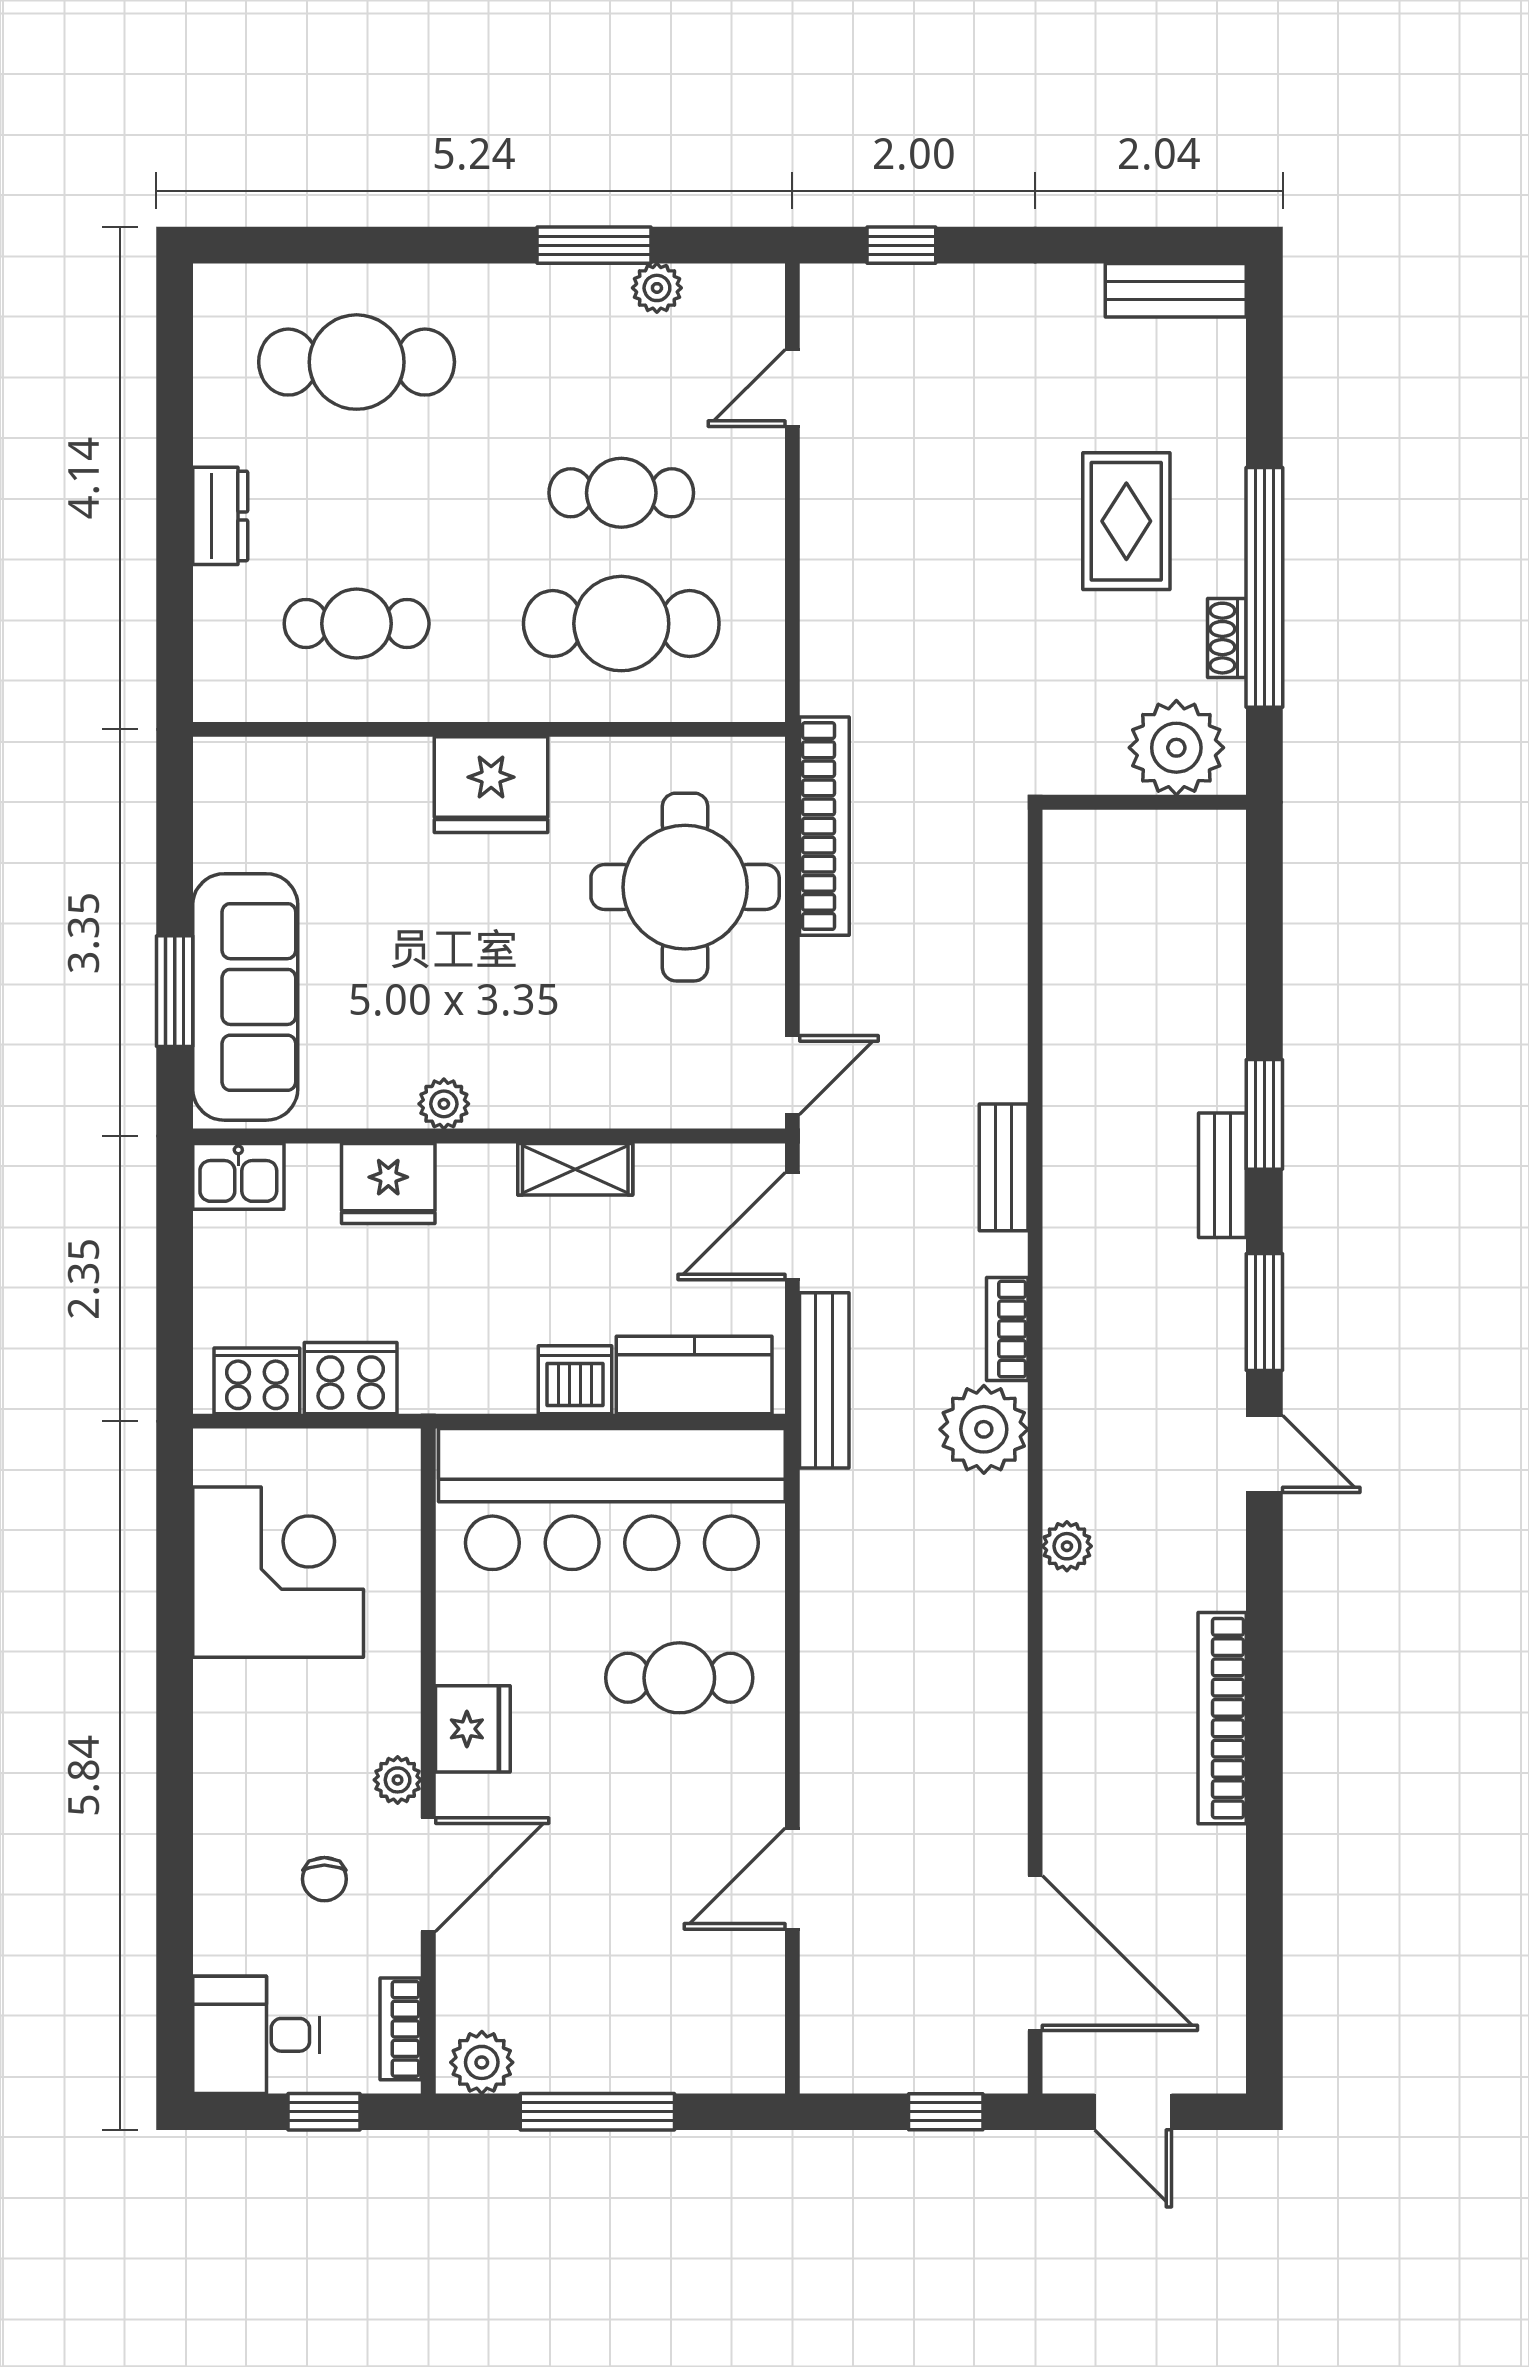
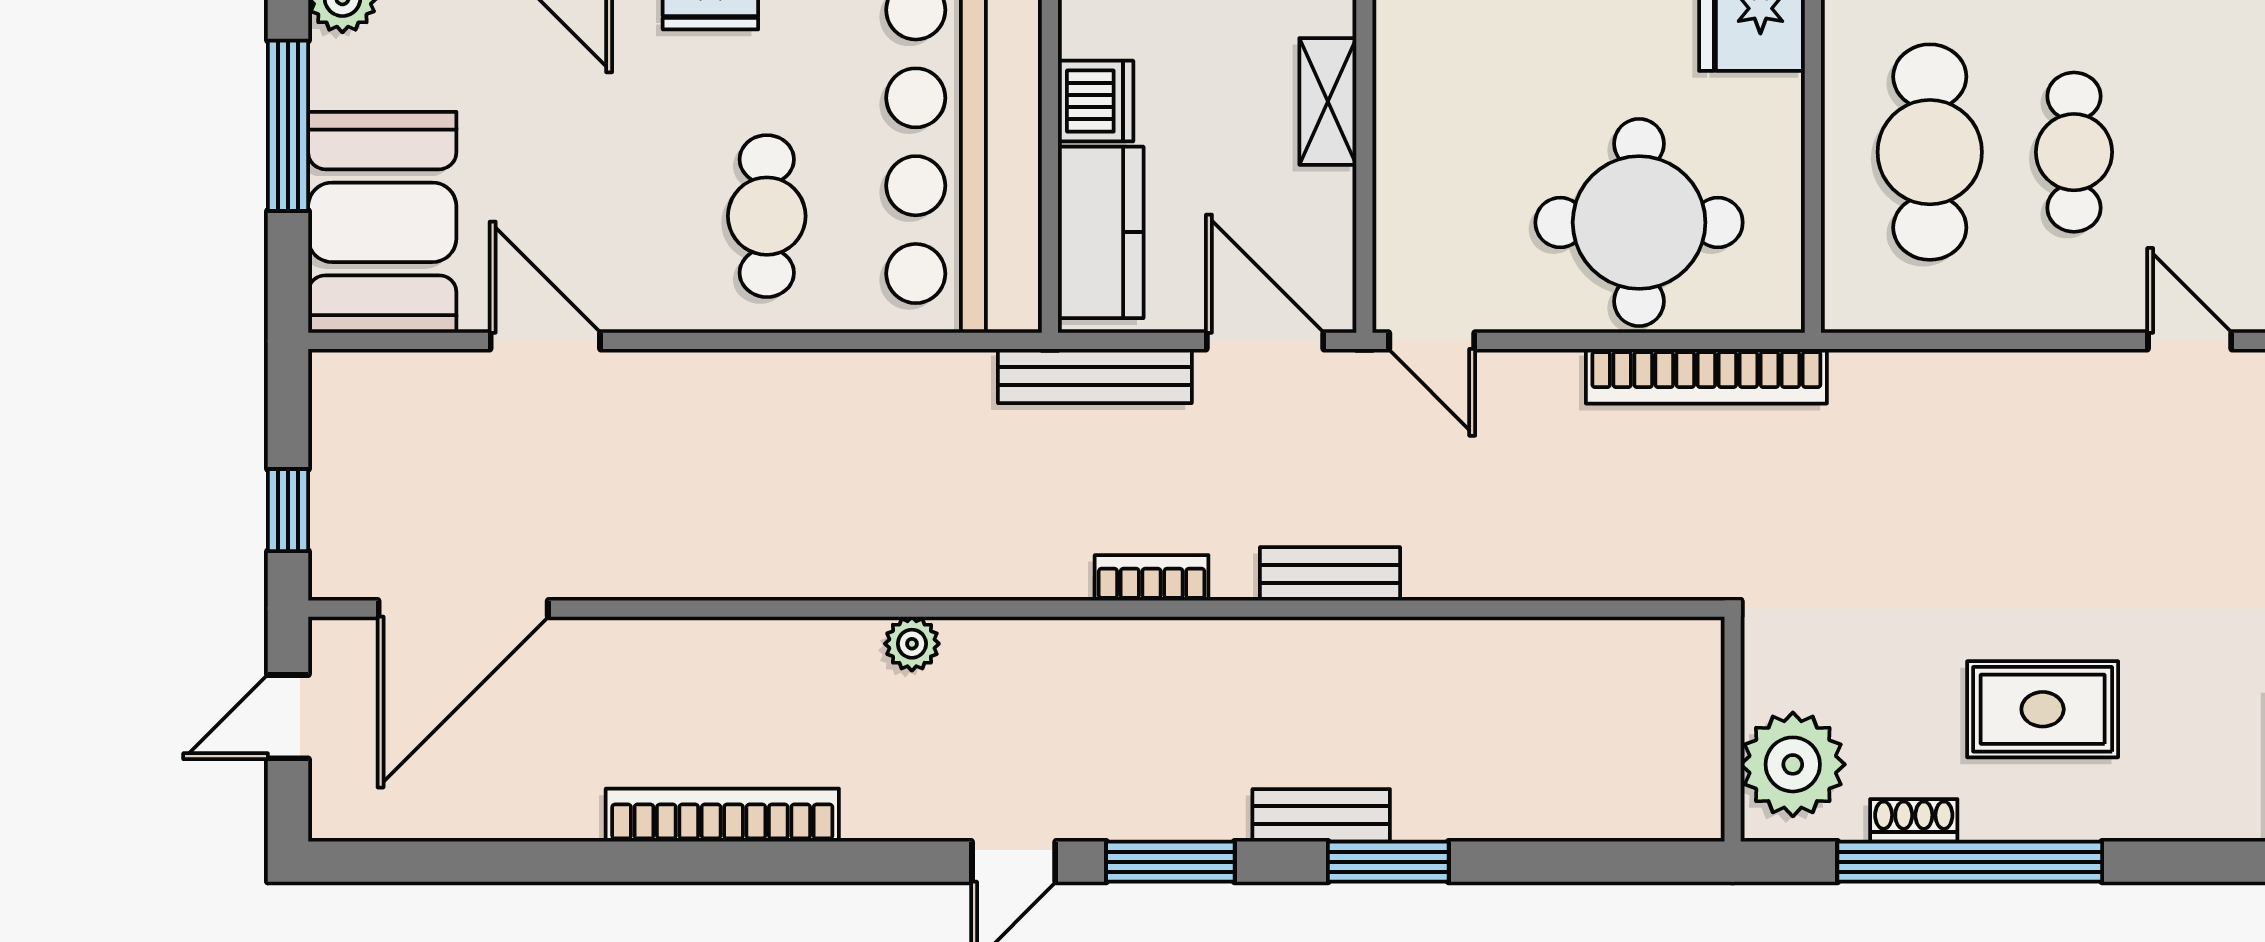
plant: (984, 1429) -> (1041, 552), removed
booth: (685, 2026) -> (382, 222), added

